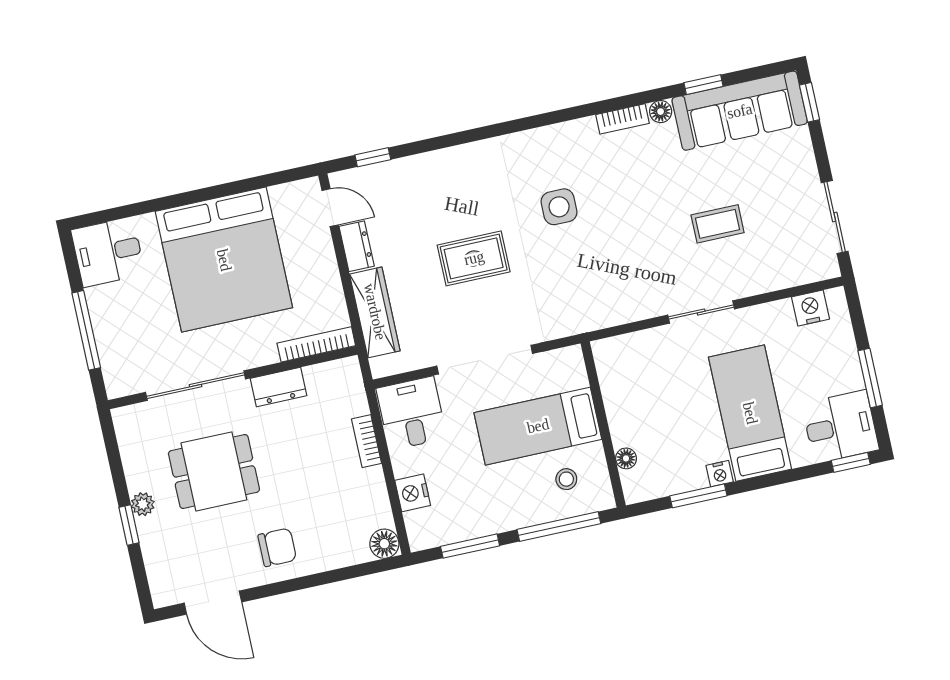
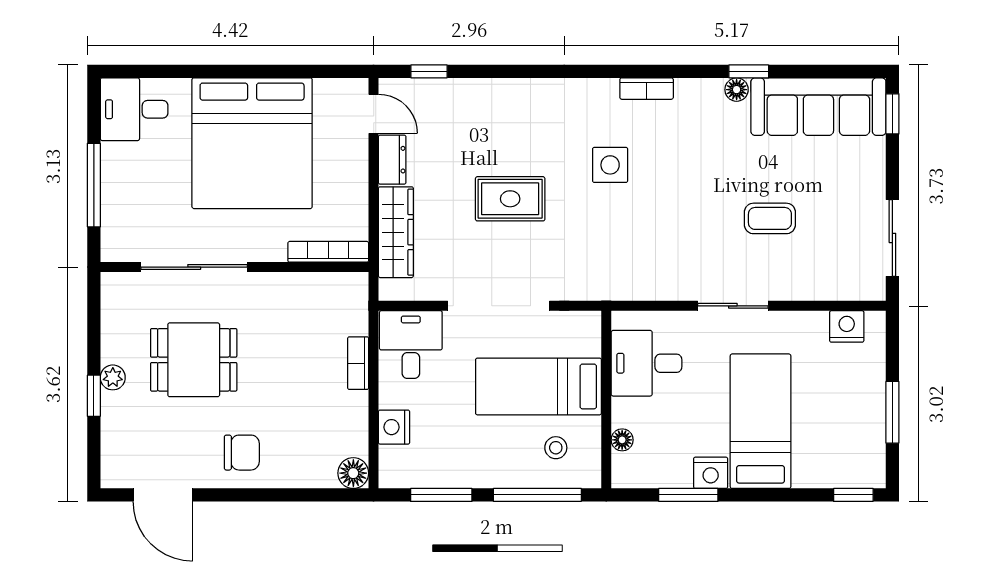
window: (704, 85) -> (749, 71), moved
bookcase: (623, 119) -> (647, 89), moved
dresser: (278, 387) -> (279, 287), removed
desk: (840, 427) -> (646, 363), moved, turned 180
nightstand: (720, 474) -> (711, 473), width x1.39, depth x1.35

